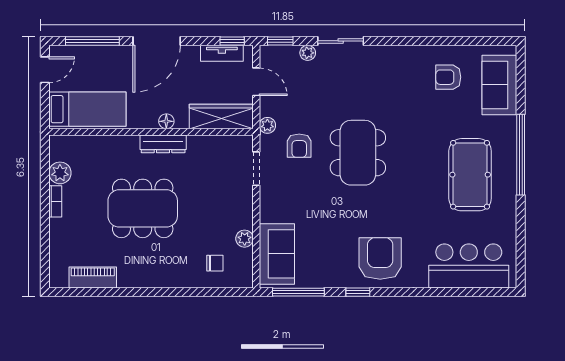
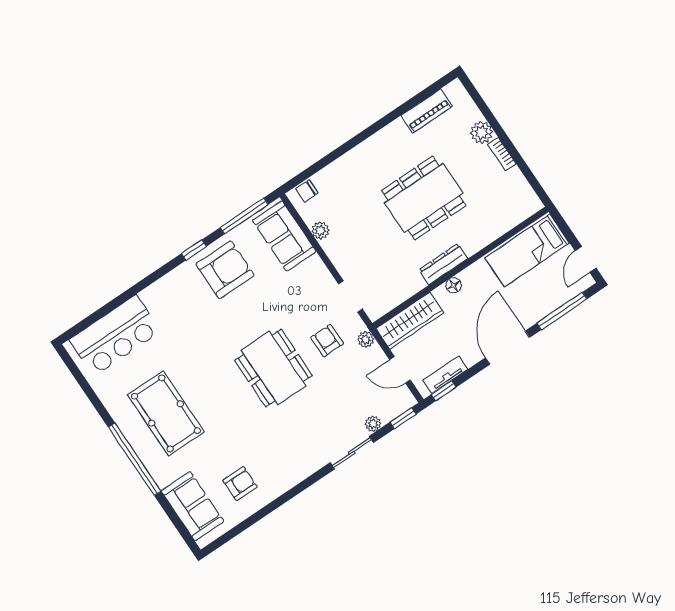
plant: (60, 173) -> (482, 133), moved
armchair: (380, 258) -> (225, 270), moved, turned -90
chair: (215, 263) -> (307, 191), moved

